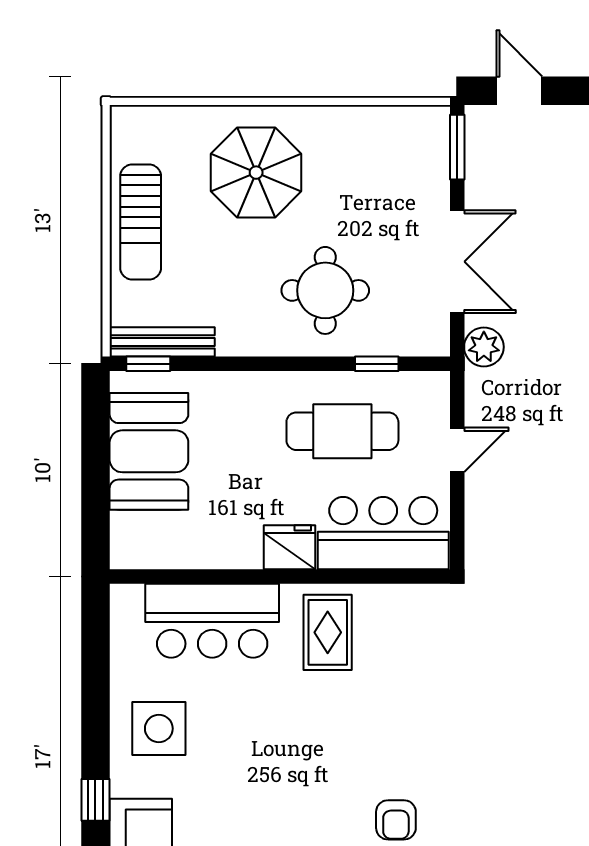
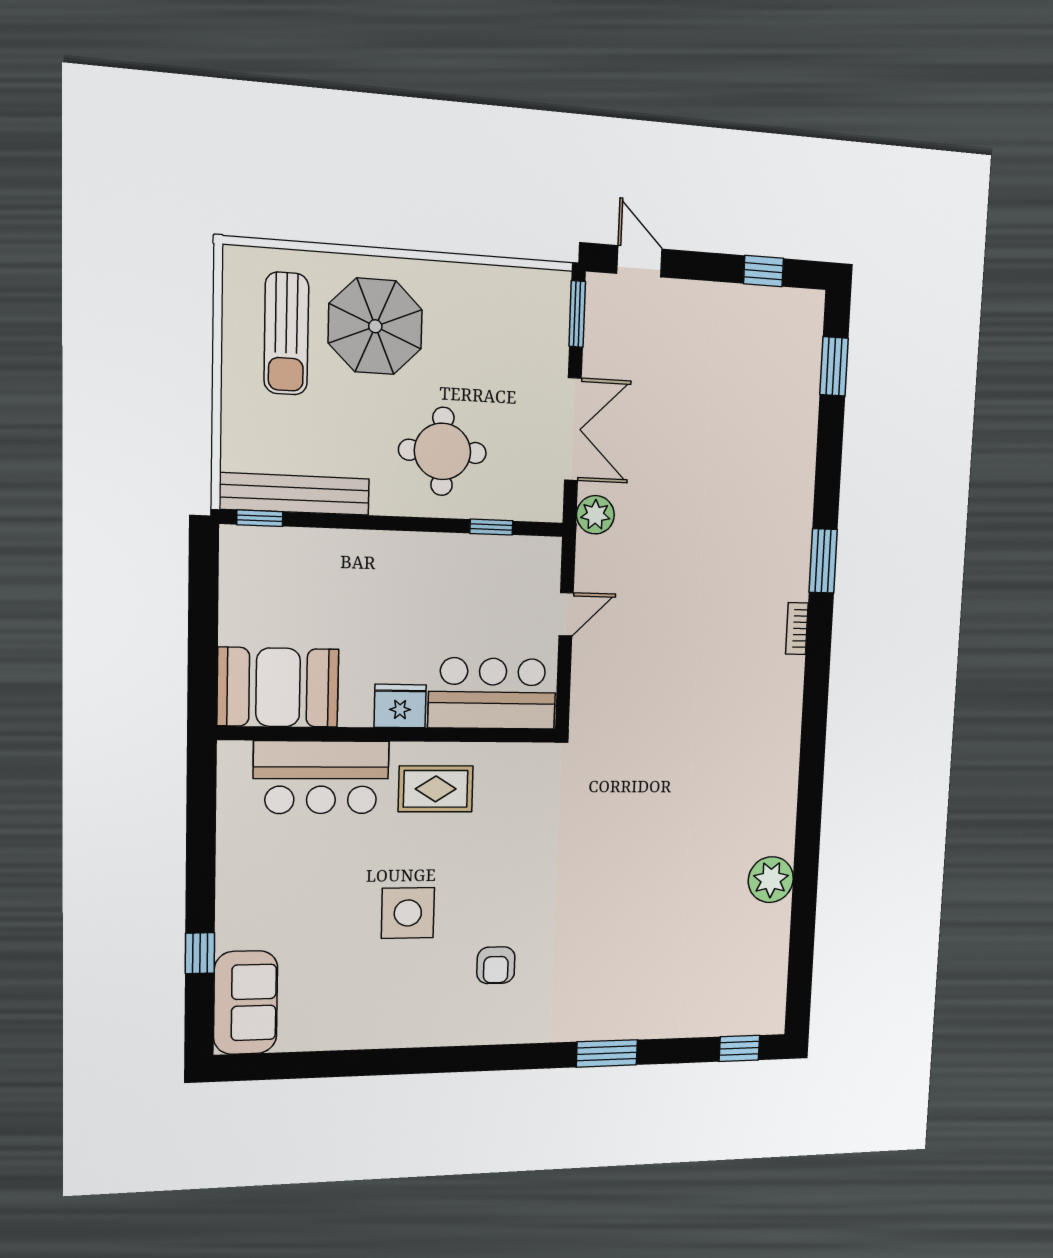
sun lounger: (141, 222) -> (286, 334), moved
bench: (162, 342) -> (295, 494), width x1.37, depth x1.21
cafe table: (342, 431) -> (456, 593), removed
booth: (149, 451) -> (278, 687), moved, turned 90
rug: (328, 632) -> (436, 789), turned 90
side table: (159, 729) -> (408, 913), moved

